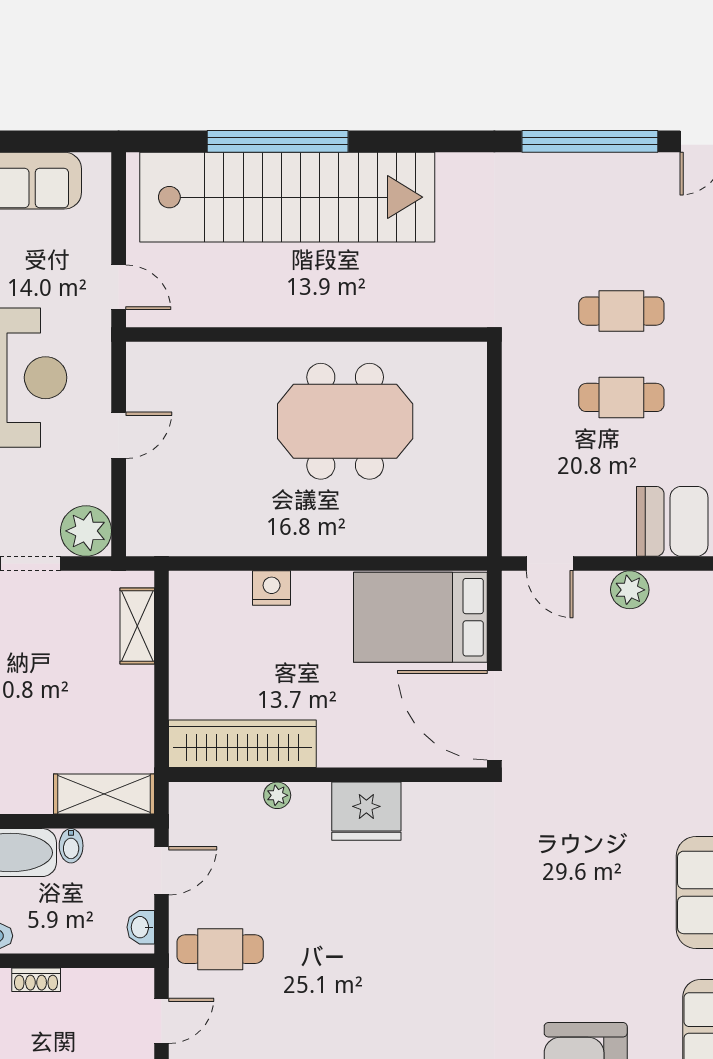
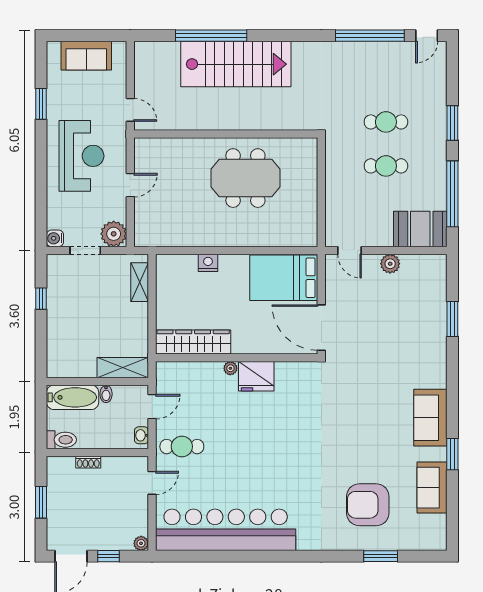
stairs: (287, 197) -> (236, 64), width x0.73
plant: (277, 795) -> (230, 368), moved

